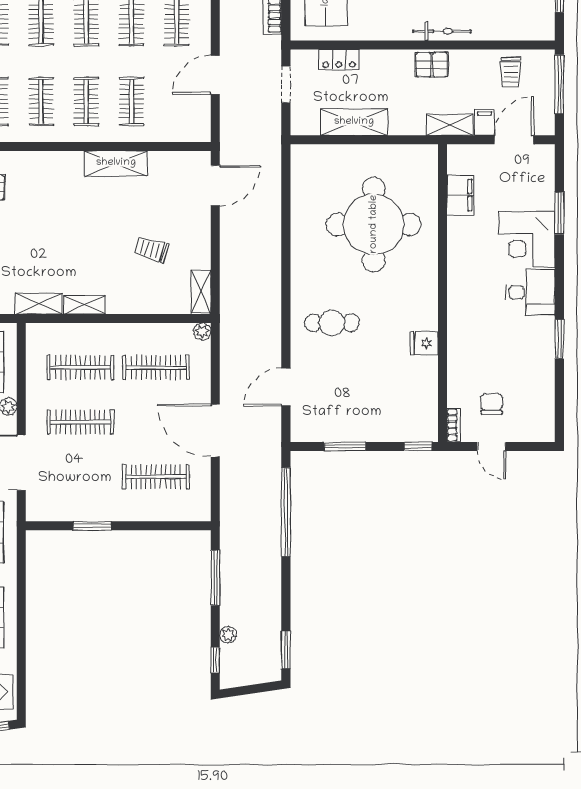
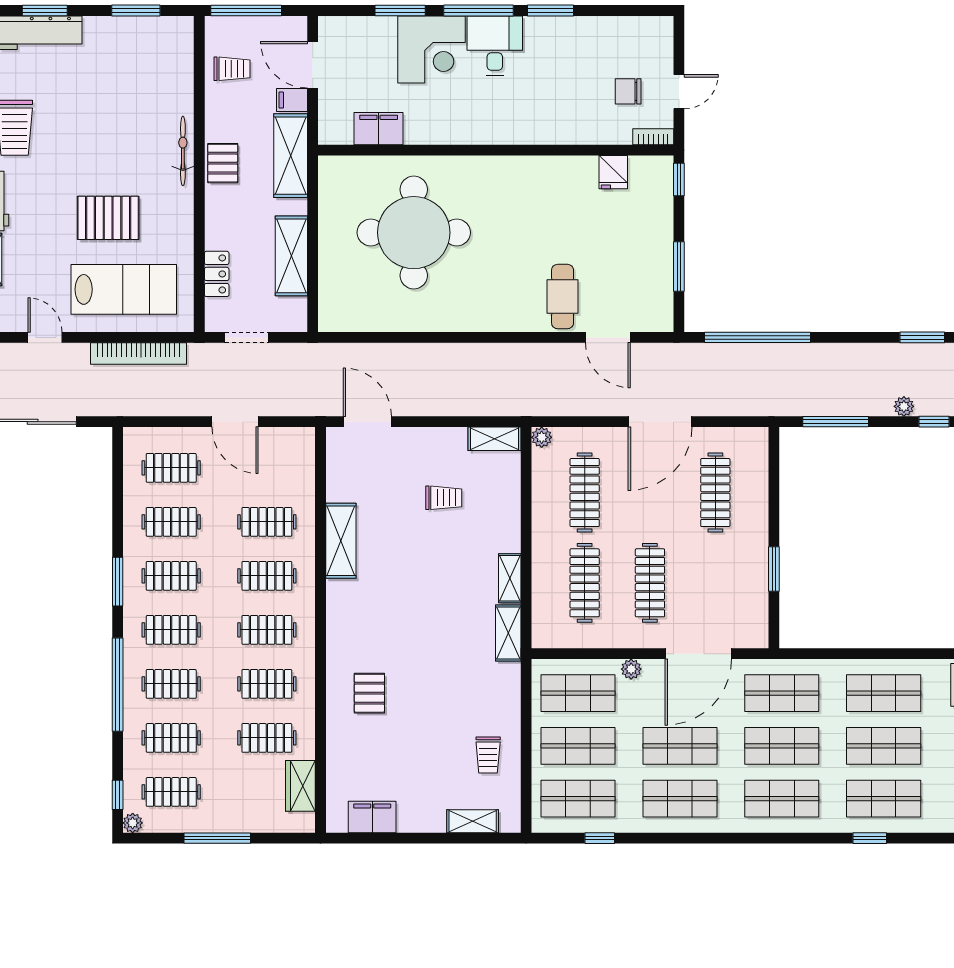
shelving: (450, 125) -> (291, 156), width x1.50, depth x1.33
trolley: (152, 250) -> (444, 498), turned -105
window: (559, 279) -> (478, 10), added
cafe table: (332, 323) -> (563, 297), moved
fridge: (424, 343) -> (613, 172), moved

